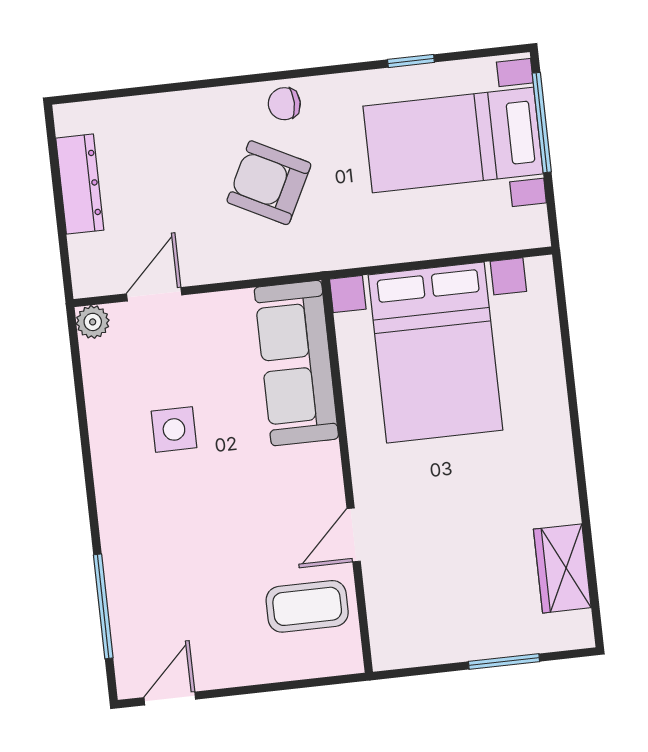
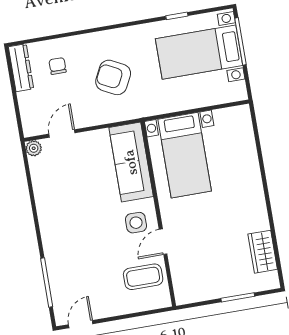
chair: (284, 104) -> (58, 66), moved, turned 90
dresser: (80, 184) -> (21, 68), moved
bed with nightstands: (435, 352) -> (185, 155), width x0.73
side table: (174, 429) -> (136, 223), moved

